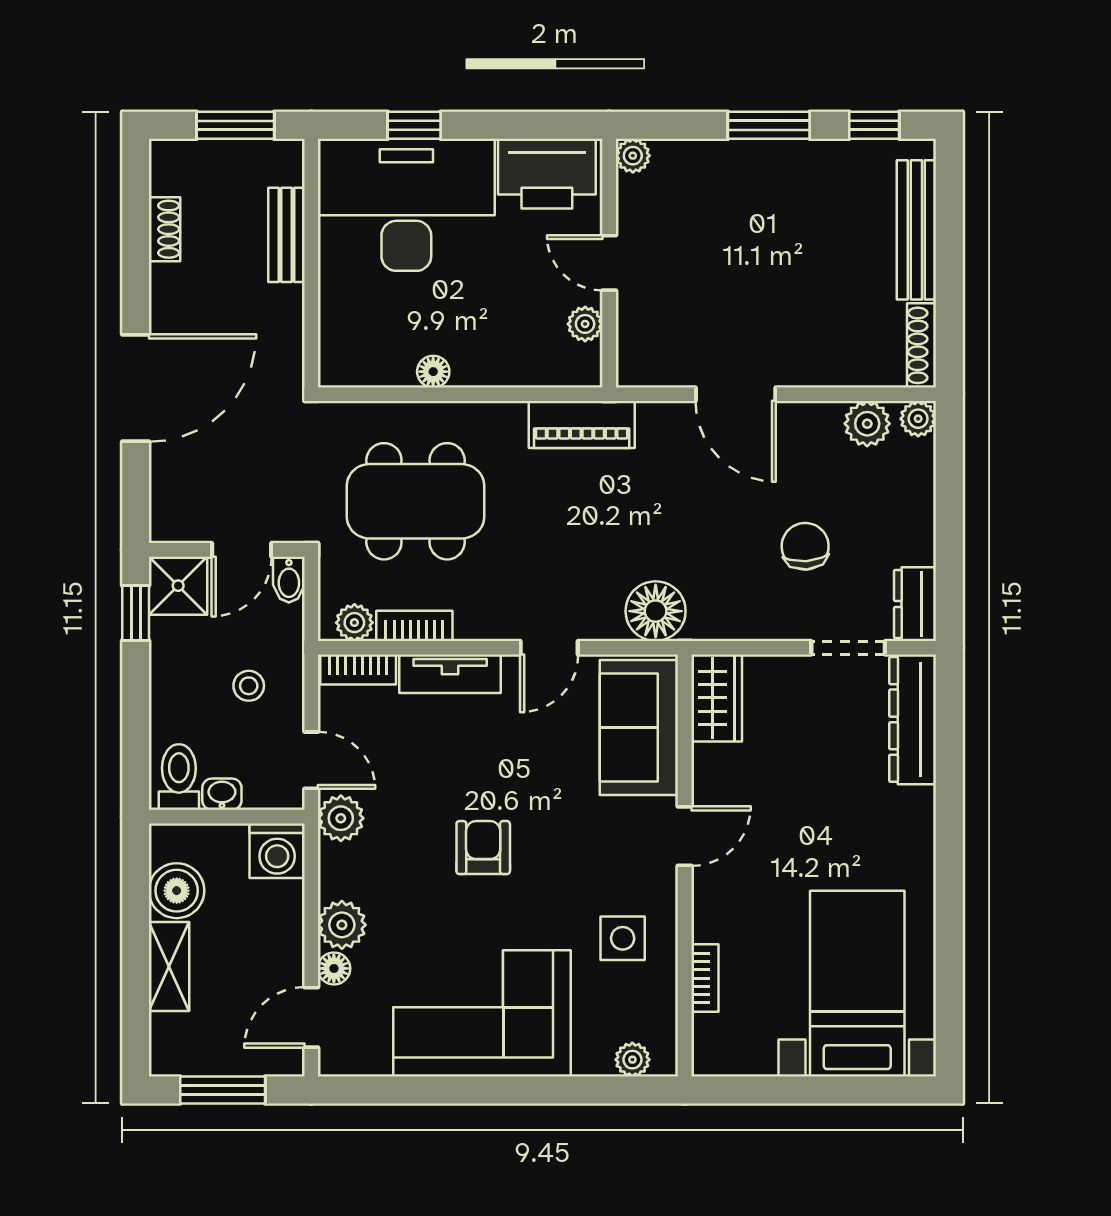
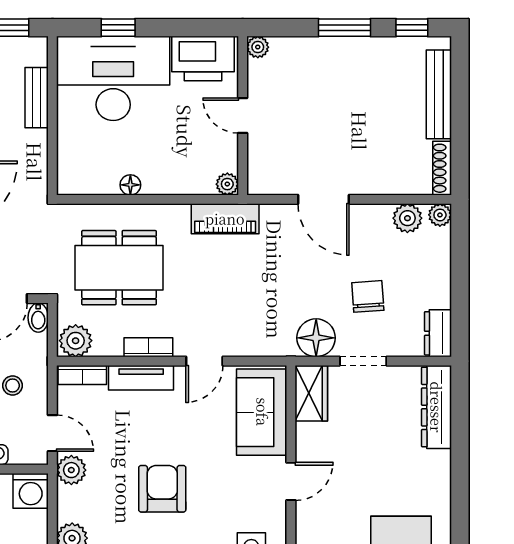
plant: (585, 324) -> (227, 184), moved
floor lamp: (656, 611) -> (316, 338), moved
plant: (354, 623) -> (76, 341), width x1.38, depth x1.38
bookcase: (414, 626) -> (148, 347), moved
doorway: (848, 648) -> (363, 361), moved
armchair: (483, 848) -> (162, 489), width x1.38, depth x1.38

